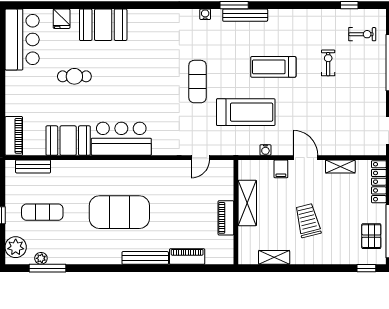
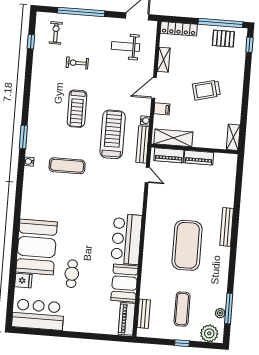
bench: (245, 15) -> (143, 144), moved
booth: (103, 25) -> (37, 247), width x1.36, depth x1.42
exercise mat: (197, 82) -> (67, 166), moved
weight bench: (353, 119) -> (126, 46), added
piano: (14, 136) -> (127, 319), moved, turned -90
shelving: (247, 203) -> (173, 138), moved
piano: (187, 257) -> (169, 155), moved, turned -90
shelving: (274, 257) -> (233, 137), moved

